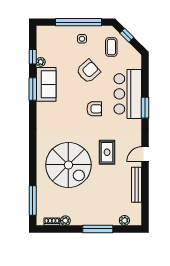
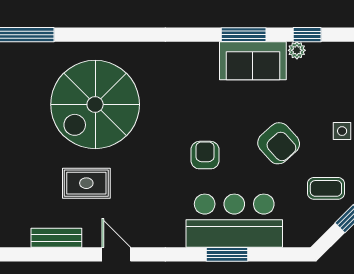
window: (145, 108) -> (227, 254), moved
armchair: (94, 109) -> (205, 155), turned 180
rug: (107, 152) -> (86, 183), moved
bench: (137, 185) -> (56, 238), width x0.73

